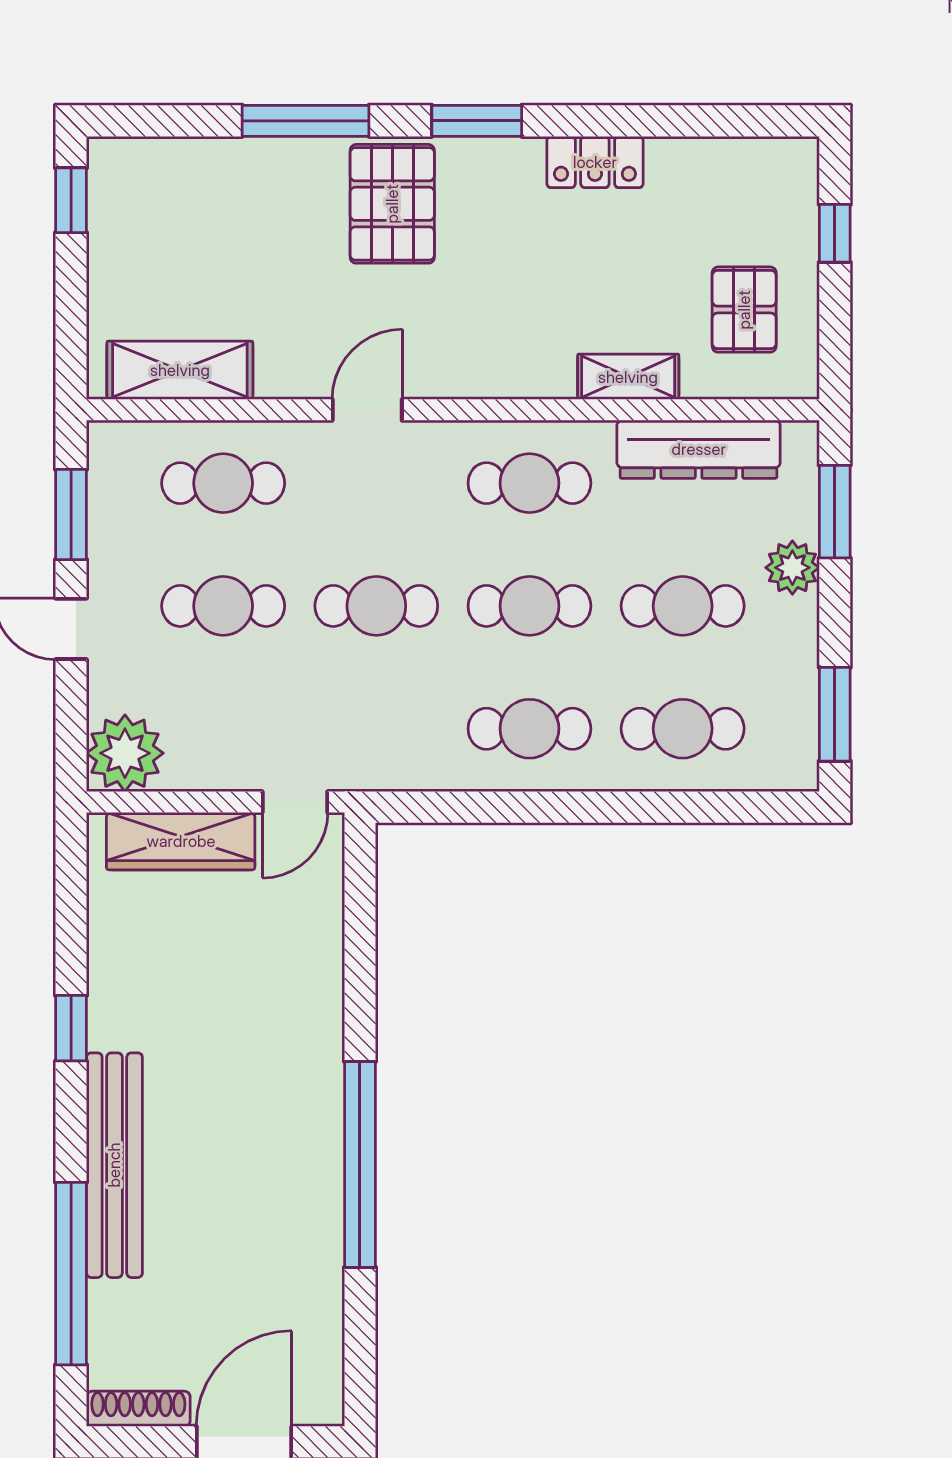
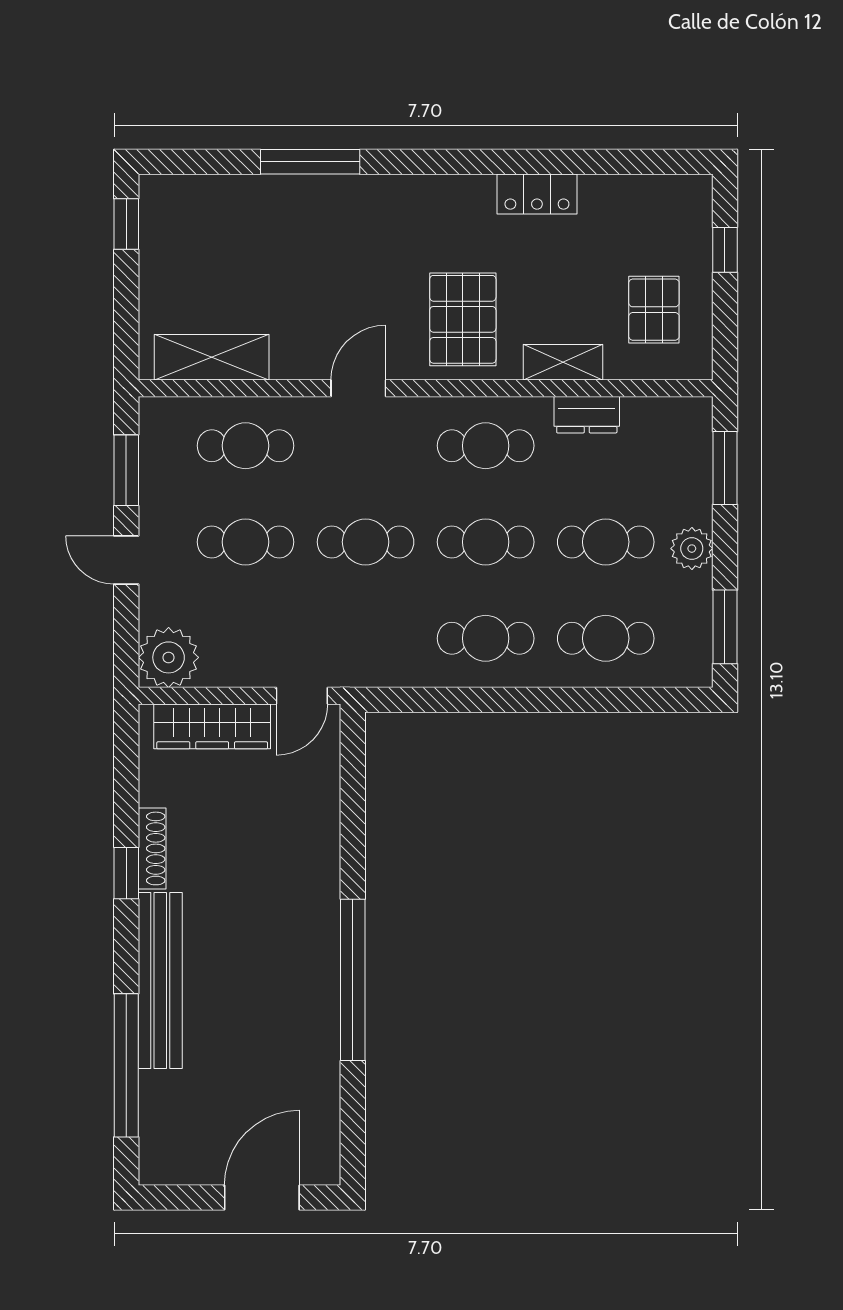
window: (477, 121) -> (444, 162), removed
pallet: (392, 204) -> (463, 319), moved
dresser: (699, 449) -> (587, 415), width x0.51, depth x0.80
plant: (792, 568) -> (692, 549), moved
shoe rack: (138, 1409) -> (152, 848), moved, turned 90

